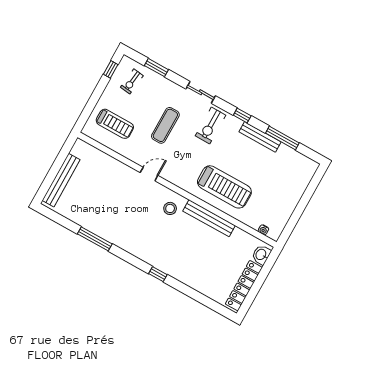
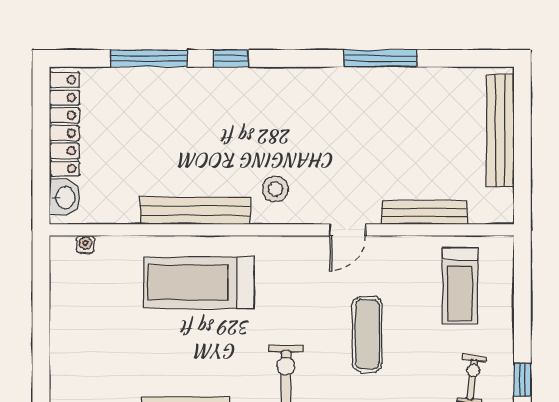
treadmill: (115, 124) -> (460, 286), turned -90
bench: (113, 163) -> (424, 212), added
window: (193, 294) -> (149, 58), added

